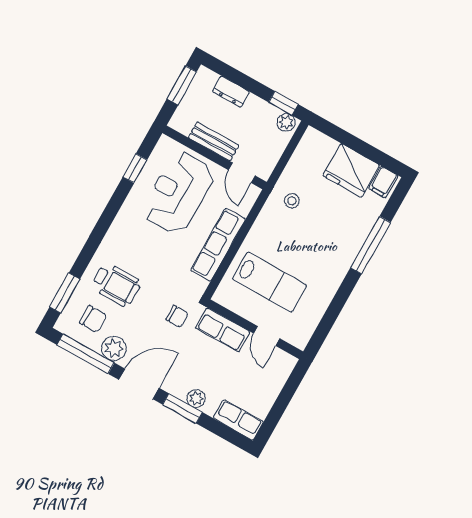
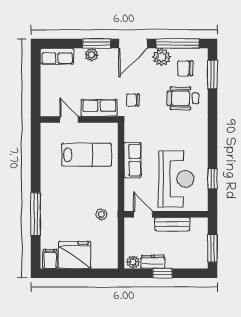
dresser: (231, 92) -> (153, 262), moved
window: (283, 103) -> (162, 273), moved
row of seats: (218, 245) -> (133, 160), width x0.68
lab bench: (270, 282) -> (87, 155), turned 180

